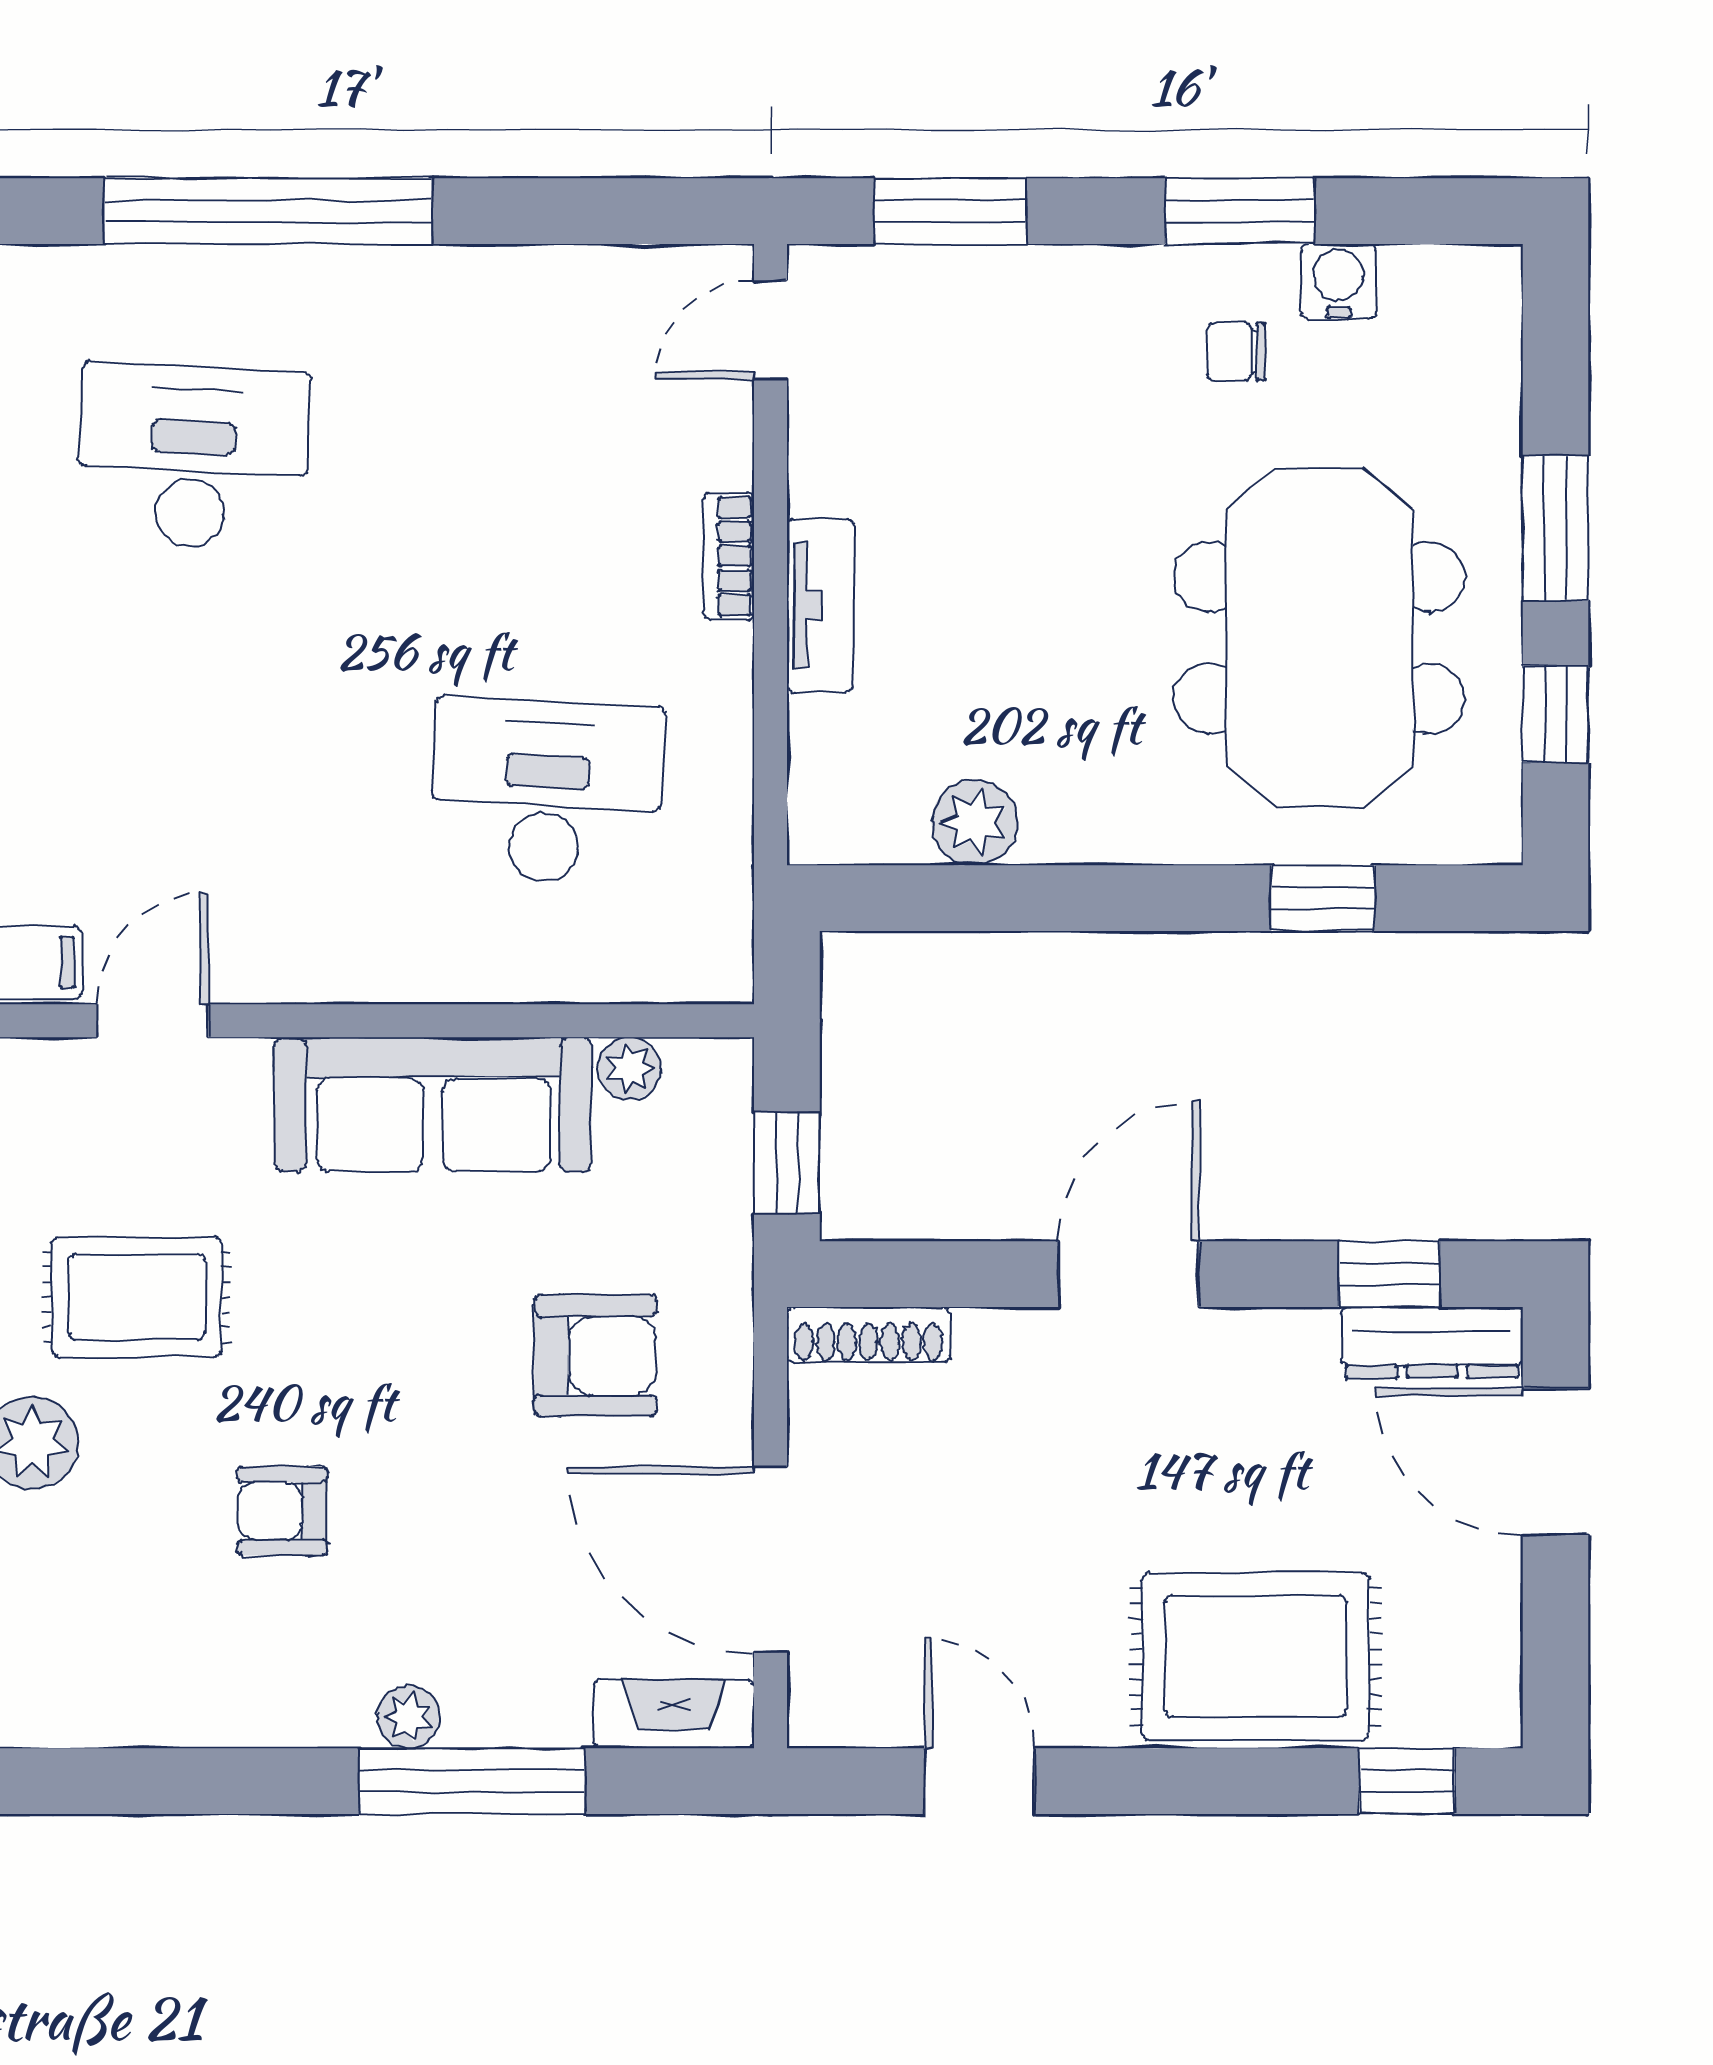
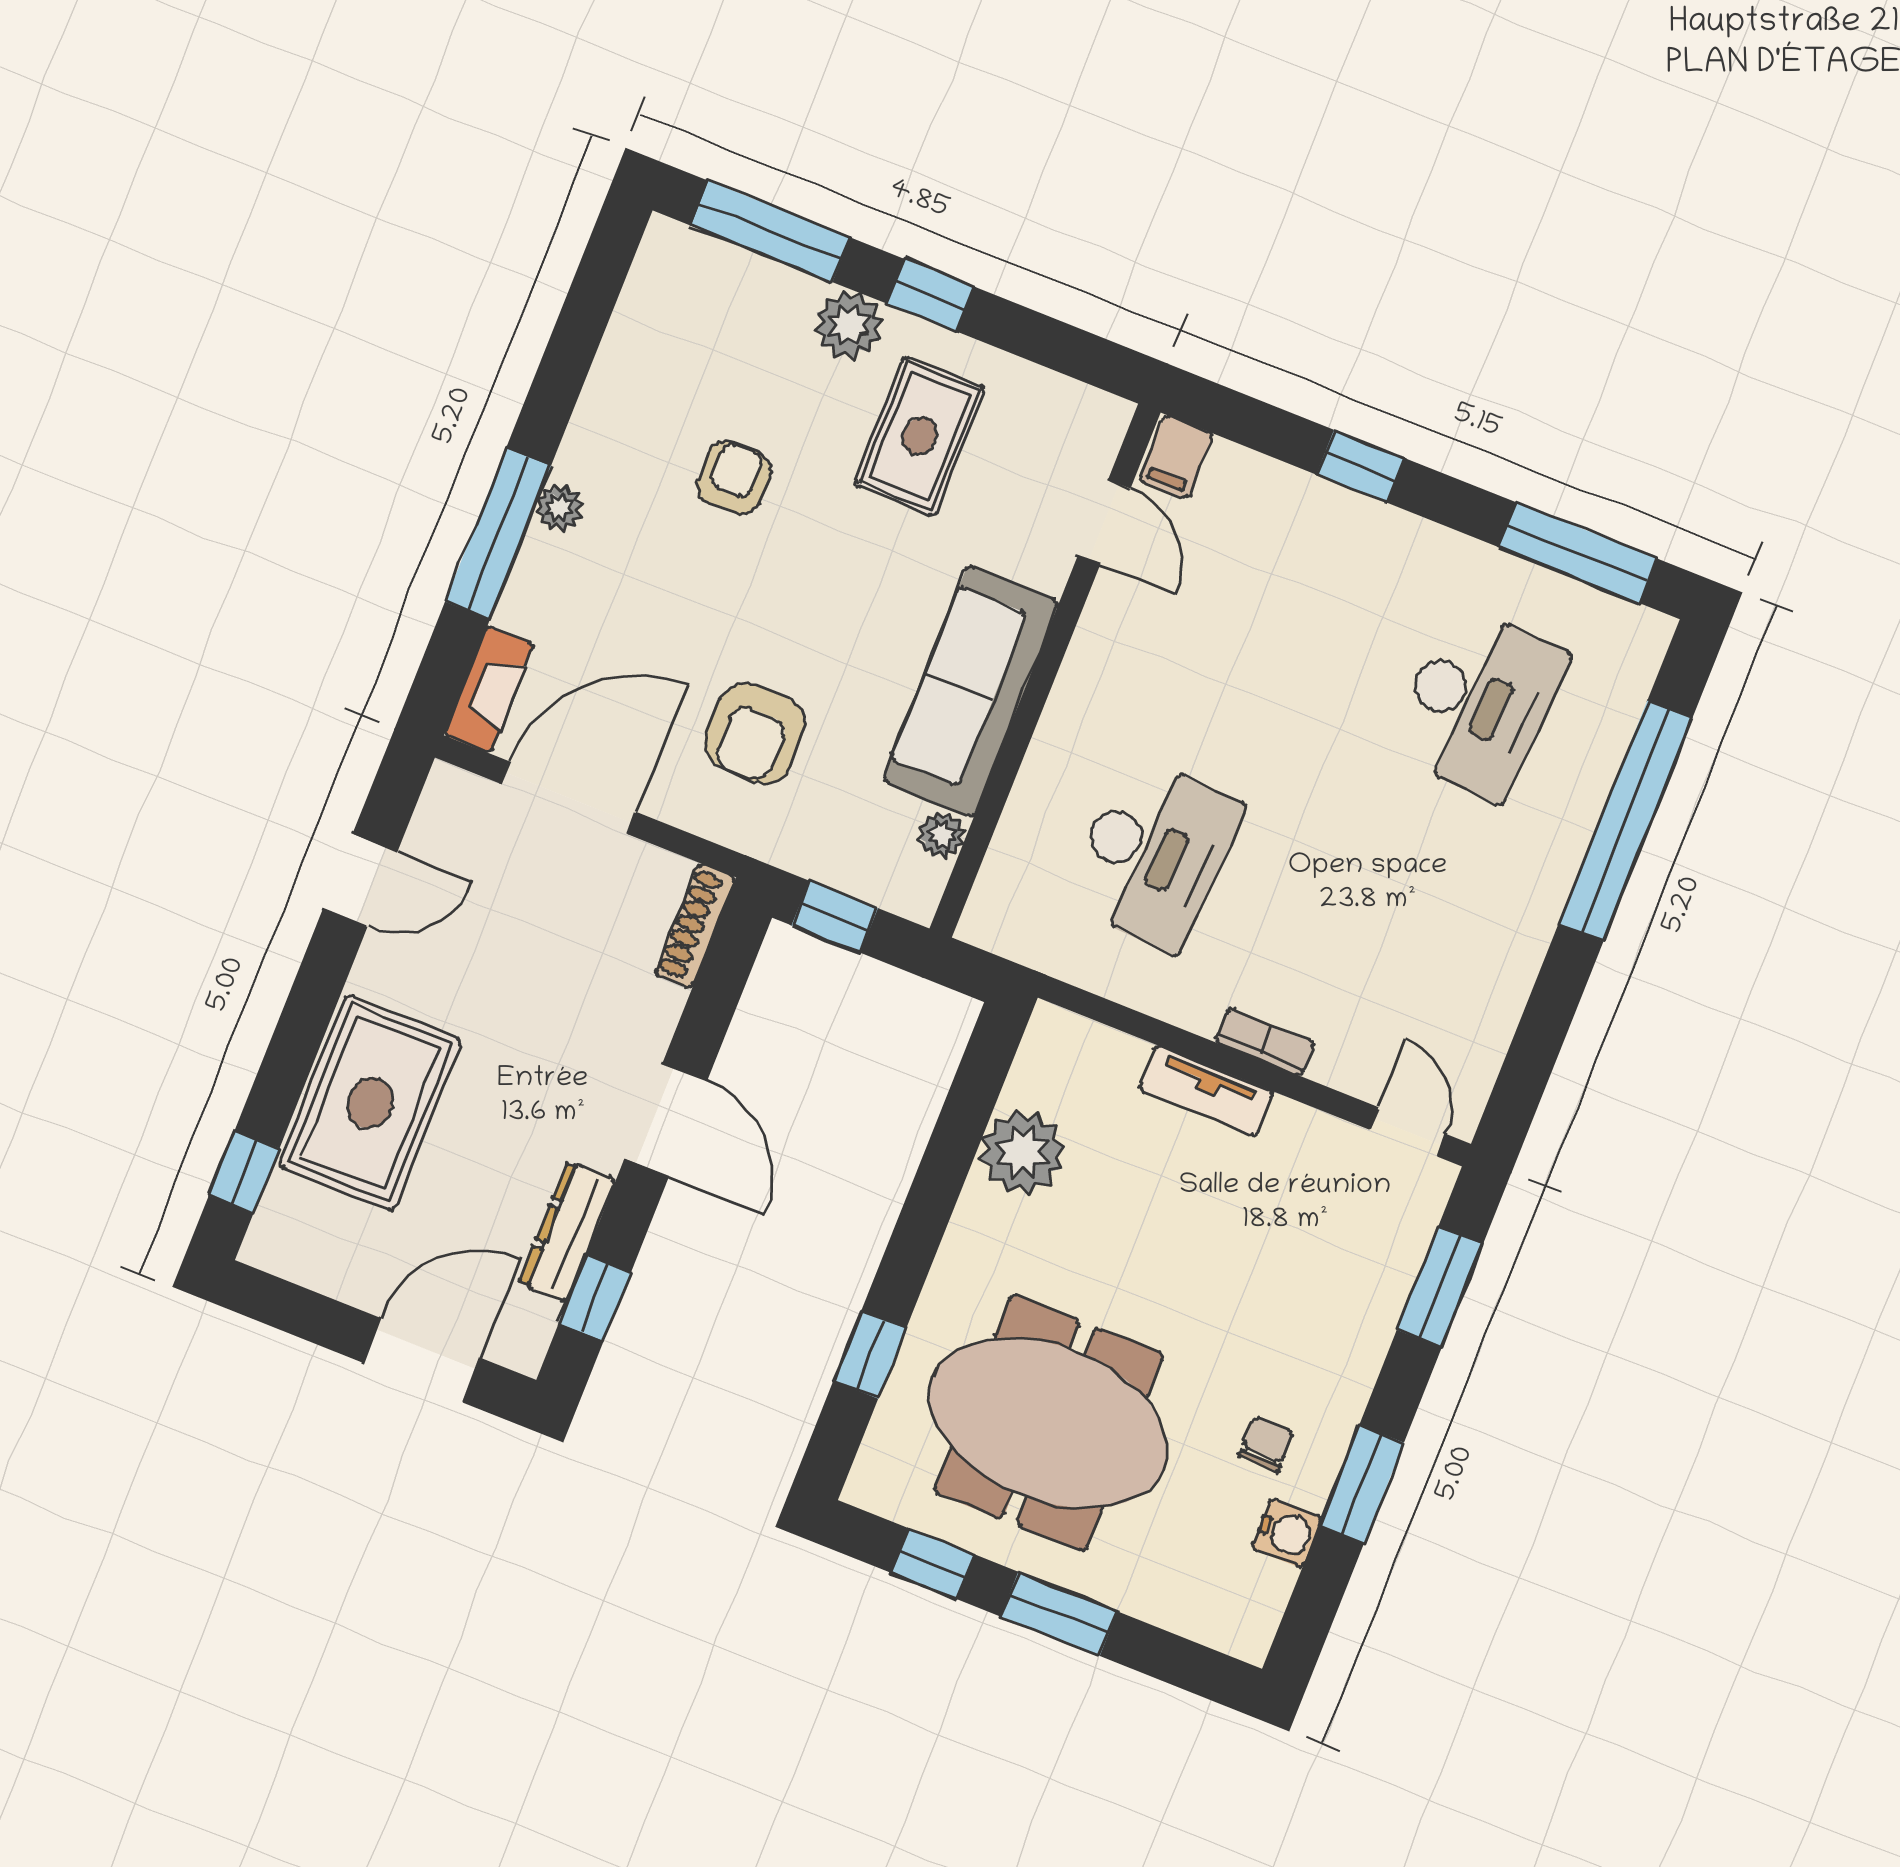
plant: (975, 822) -> (1023, 1152), width x1.36, depth x1.36
dresser: (1432, 1342) -> (567, 1231), moved

